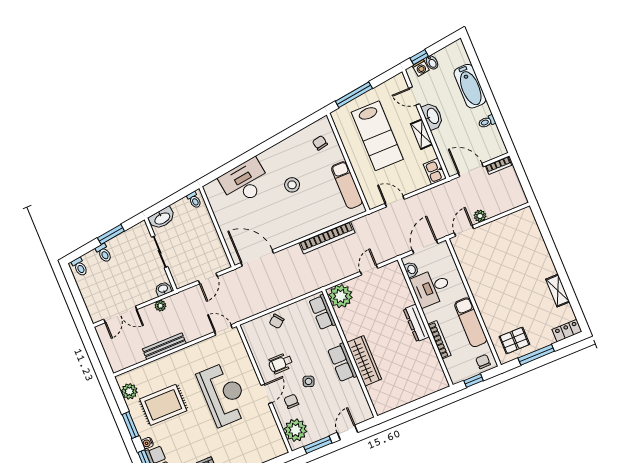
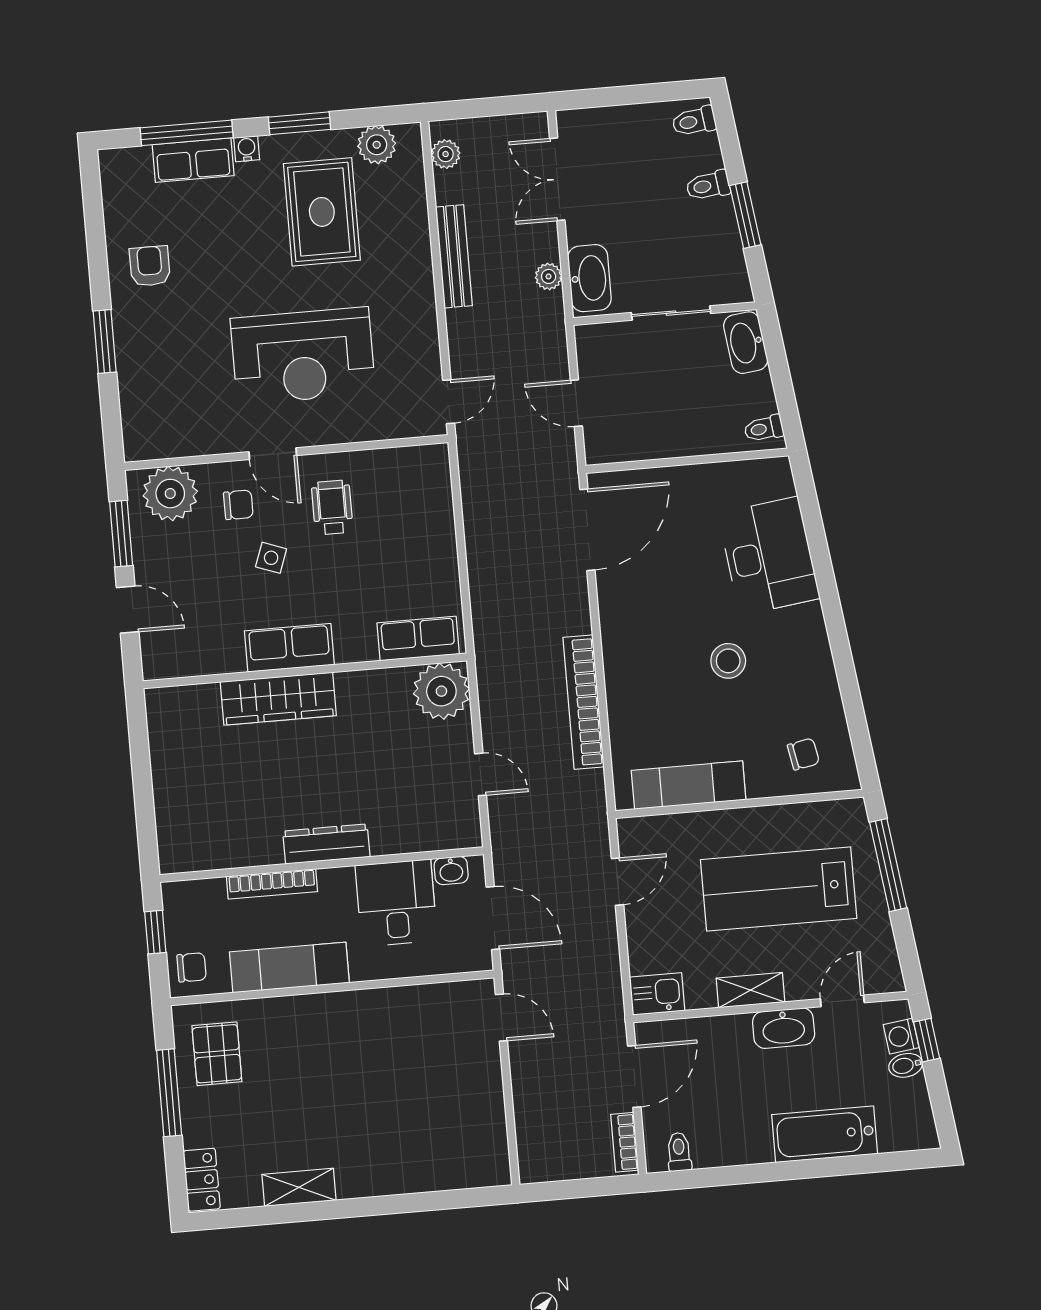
toilet: (487, 122) -> (679, 1152), moved
plant: (480, 216) -> (446, 154), moved
washbasin: (163, 289) -> (589, 278), width x1.91, depth x1.45
chair: (277, 321) -> (430, 529), removed

